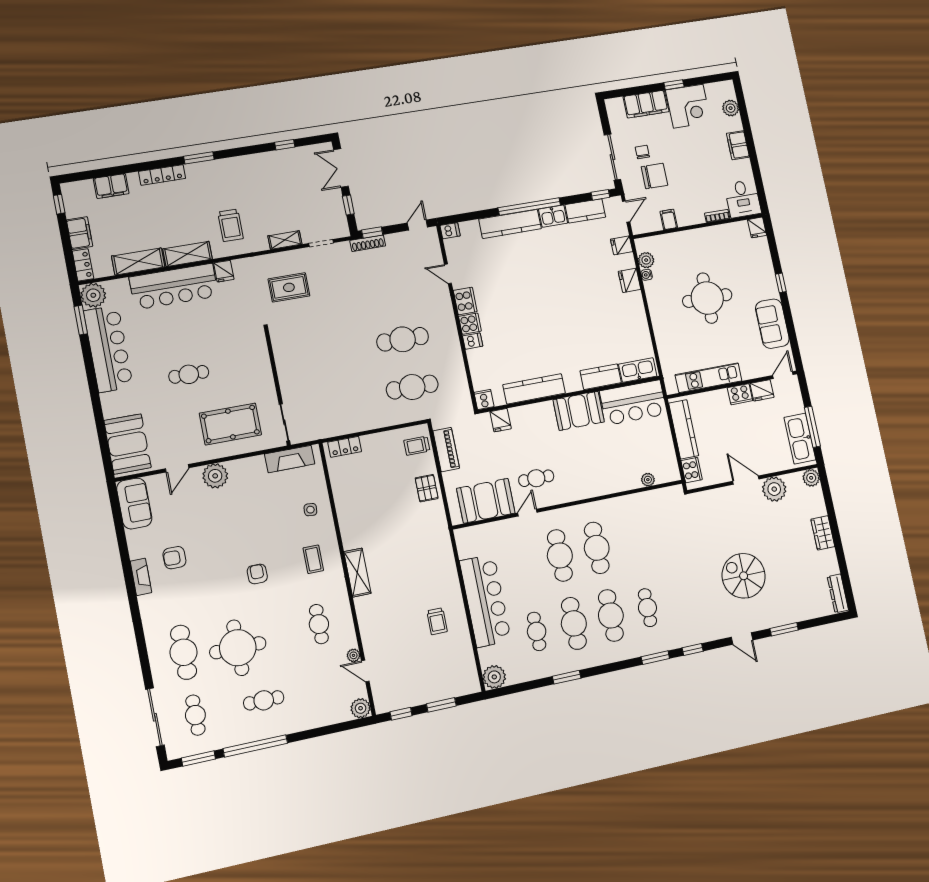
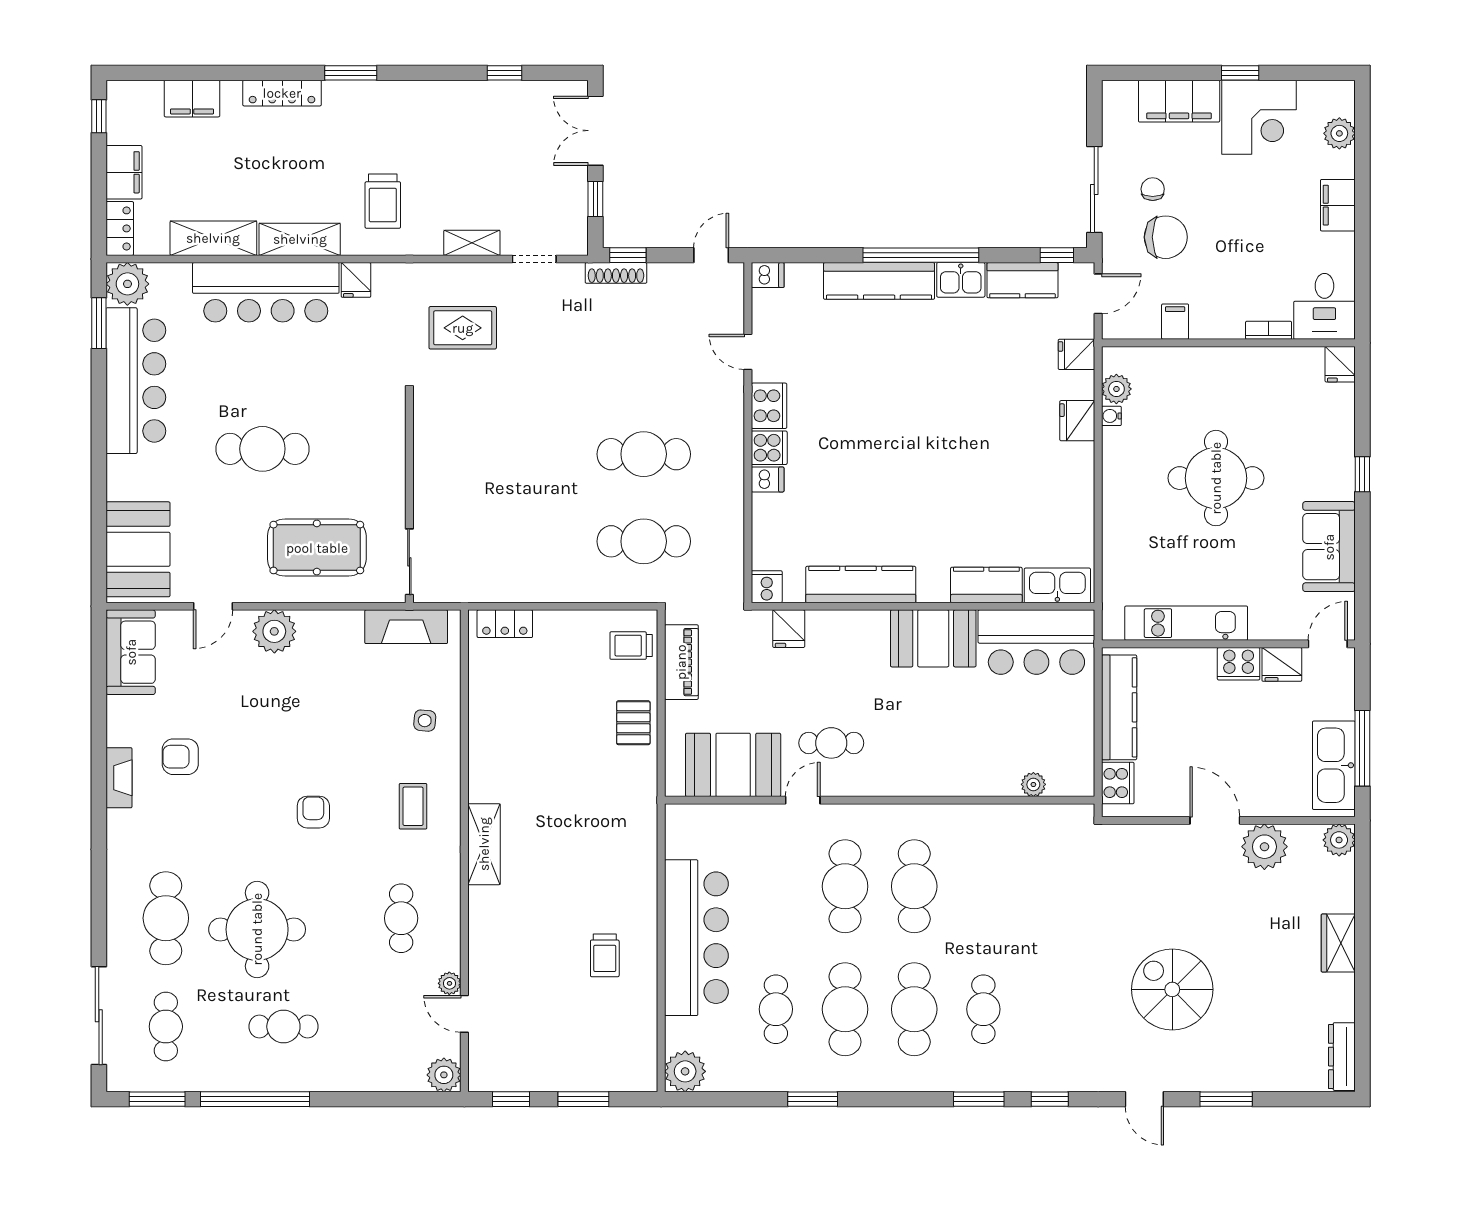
cafe table: (189, 374) -> (262, 449), width x1.37, depth x1.35

